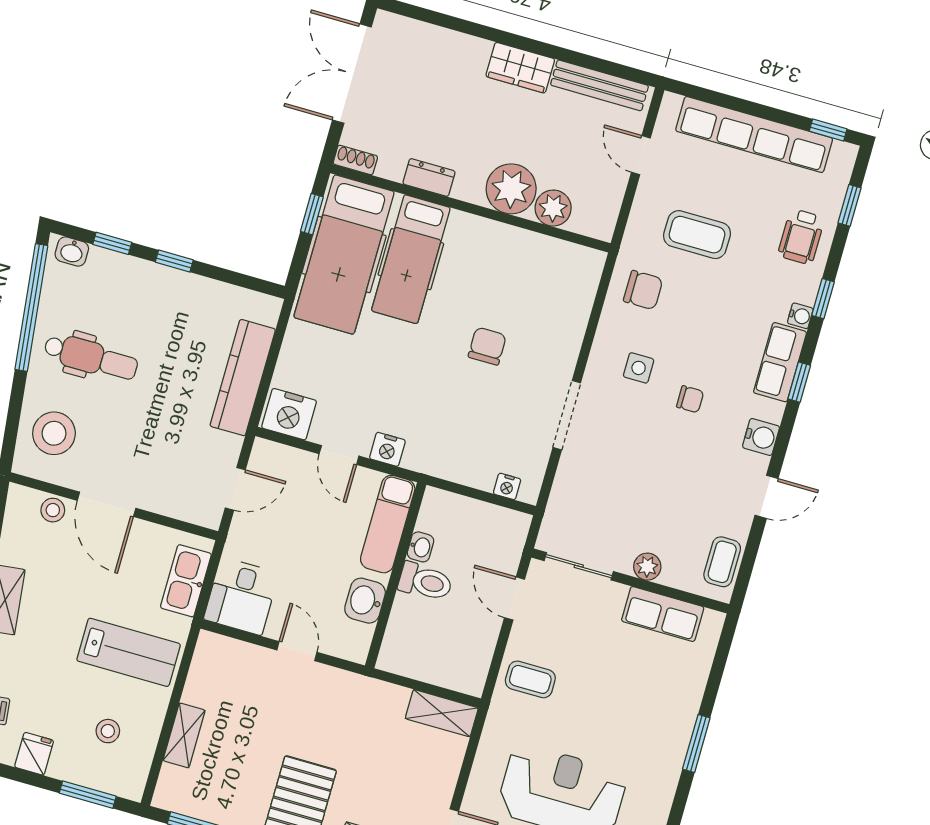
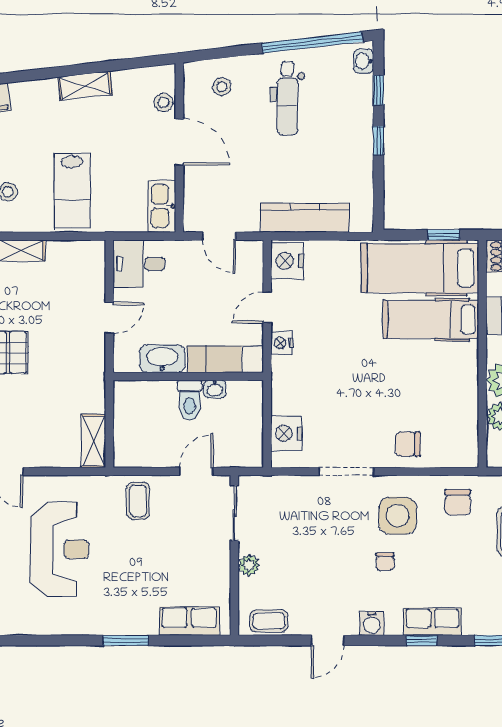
water cooler: (800, 316) -> (472, 627), removed
chair: (487, 346) -> (408, 444), moved, turned 180
side table: (639, 368) -> (398, 516), width x1.87, depth x1.87
stool: (54, 433) -> (222, 87), width x0.53, depth x0.53
nightstand: (507, 486) -> (286, 433), width x1.89, depth x1.79
door: (767, 497) -> (327, 640), hinge flipped
door: (107, 504) -> (179, 142), swing flipped
kitchen sink: (186, 581) -> (162, 206), moved, turned -90
washbasin: (365, 601) -> (162, 359), width x1.38
row of seats: (663, 614) -> (189, 621), moved, turned 90

